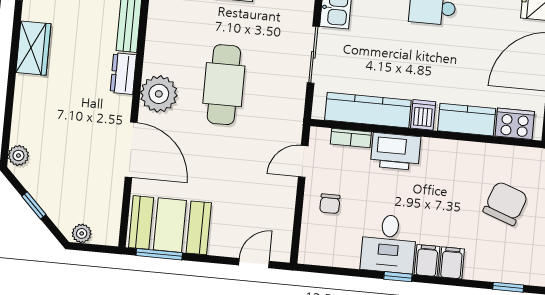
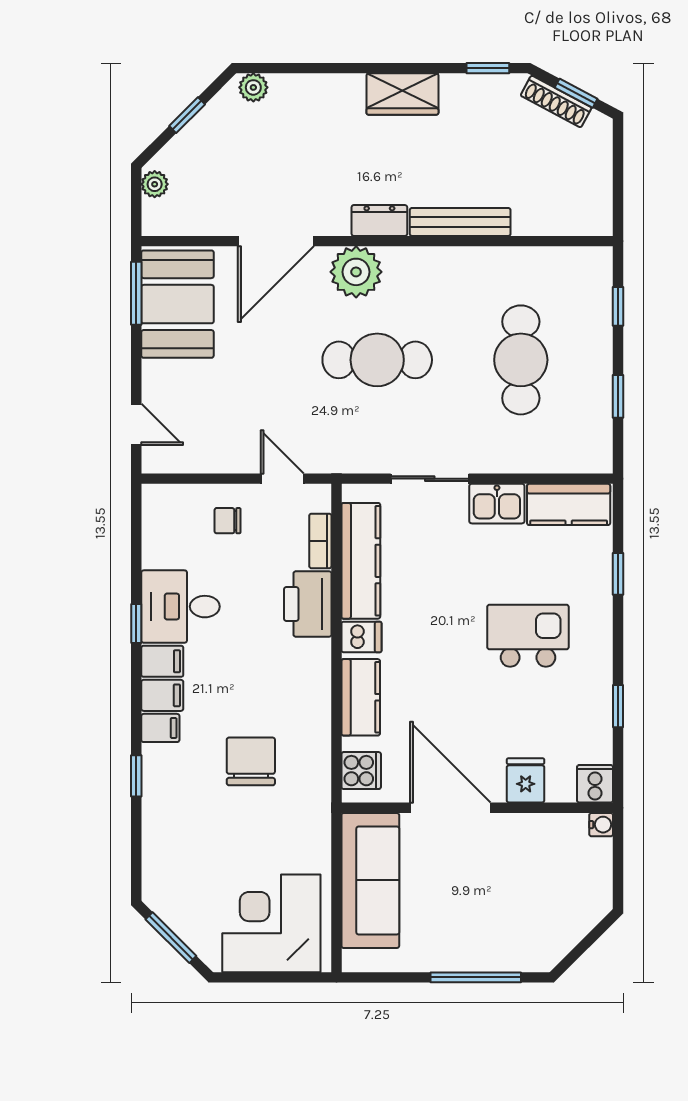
cooker: (515, 124) -> (361, 771), width x0.73
chair: (505, 203) -> (251, 761), turned -110
filing cabinet: (475, 266) -> (160, 728), added

